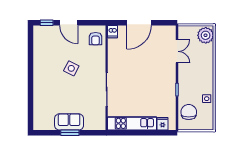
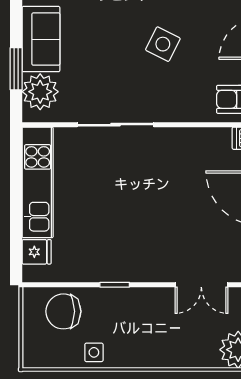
chair: (189, 112) -> (63, 311), turned 180
plant: (92, 122) -> (40, 92), added
window: (70, 133) -> (16, 69), moved

